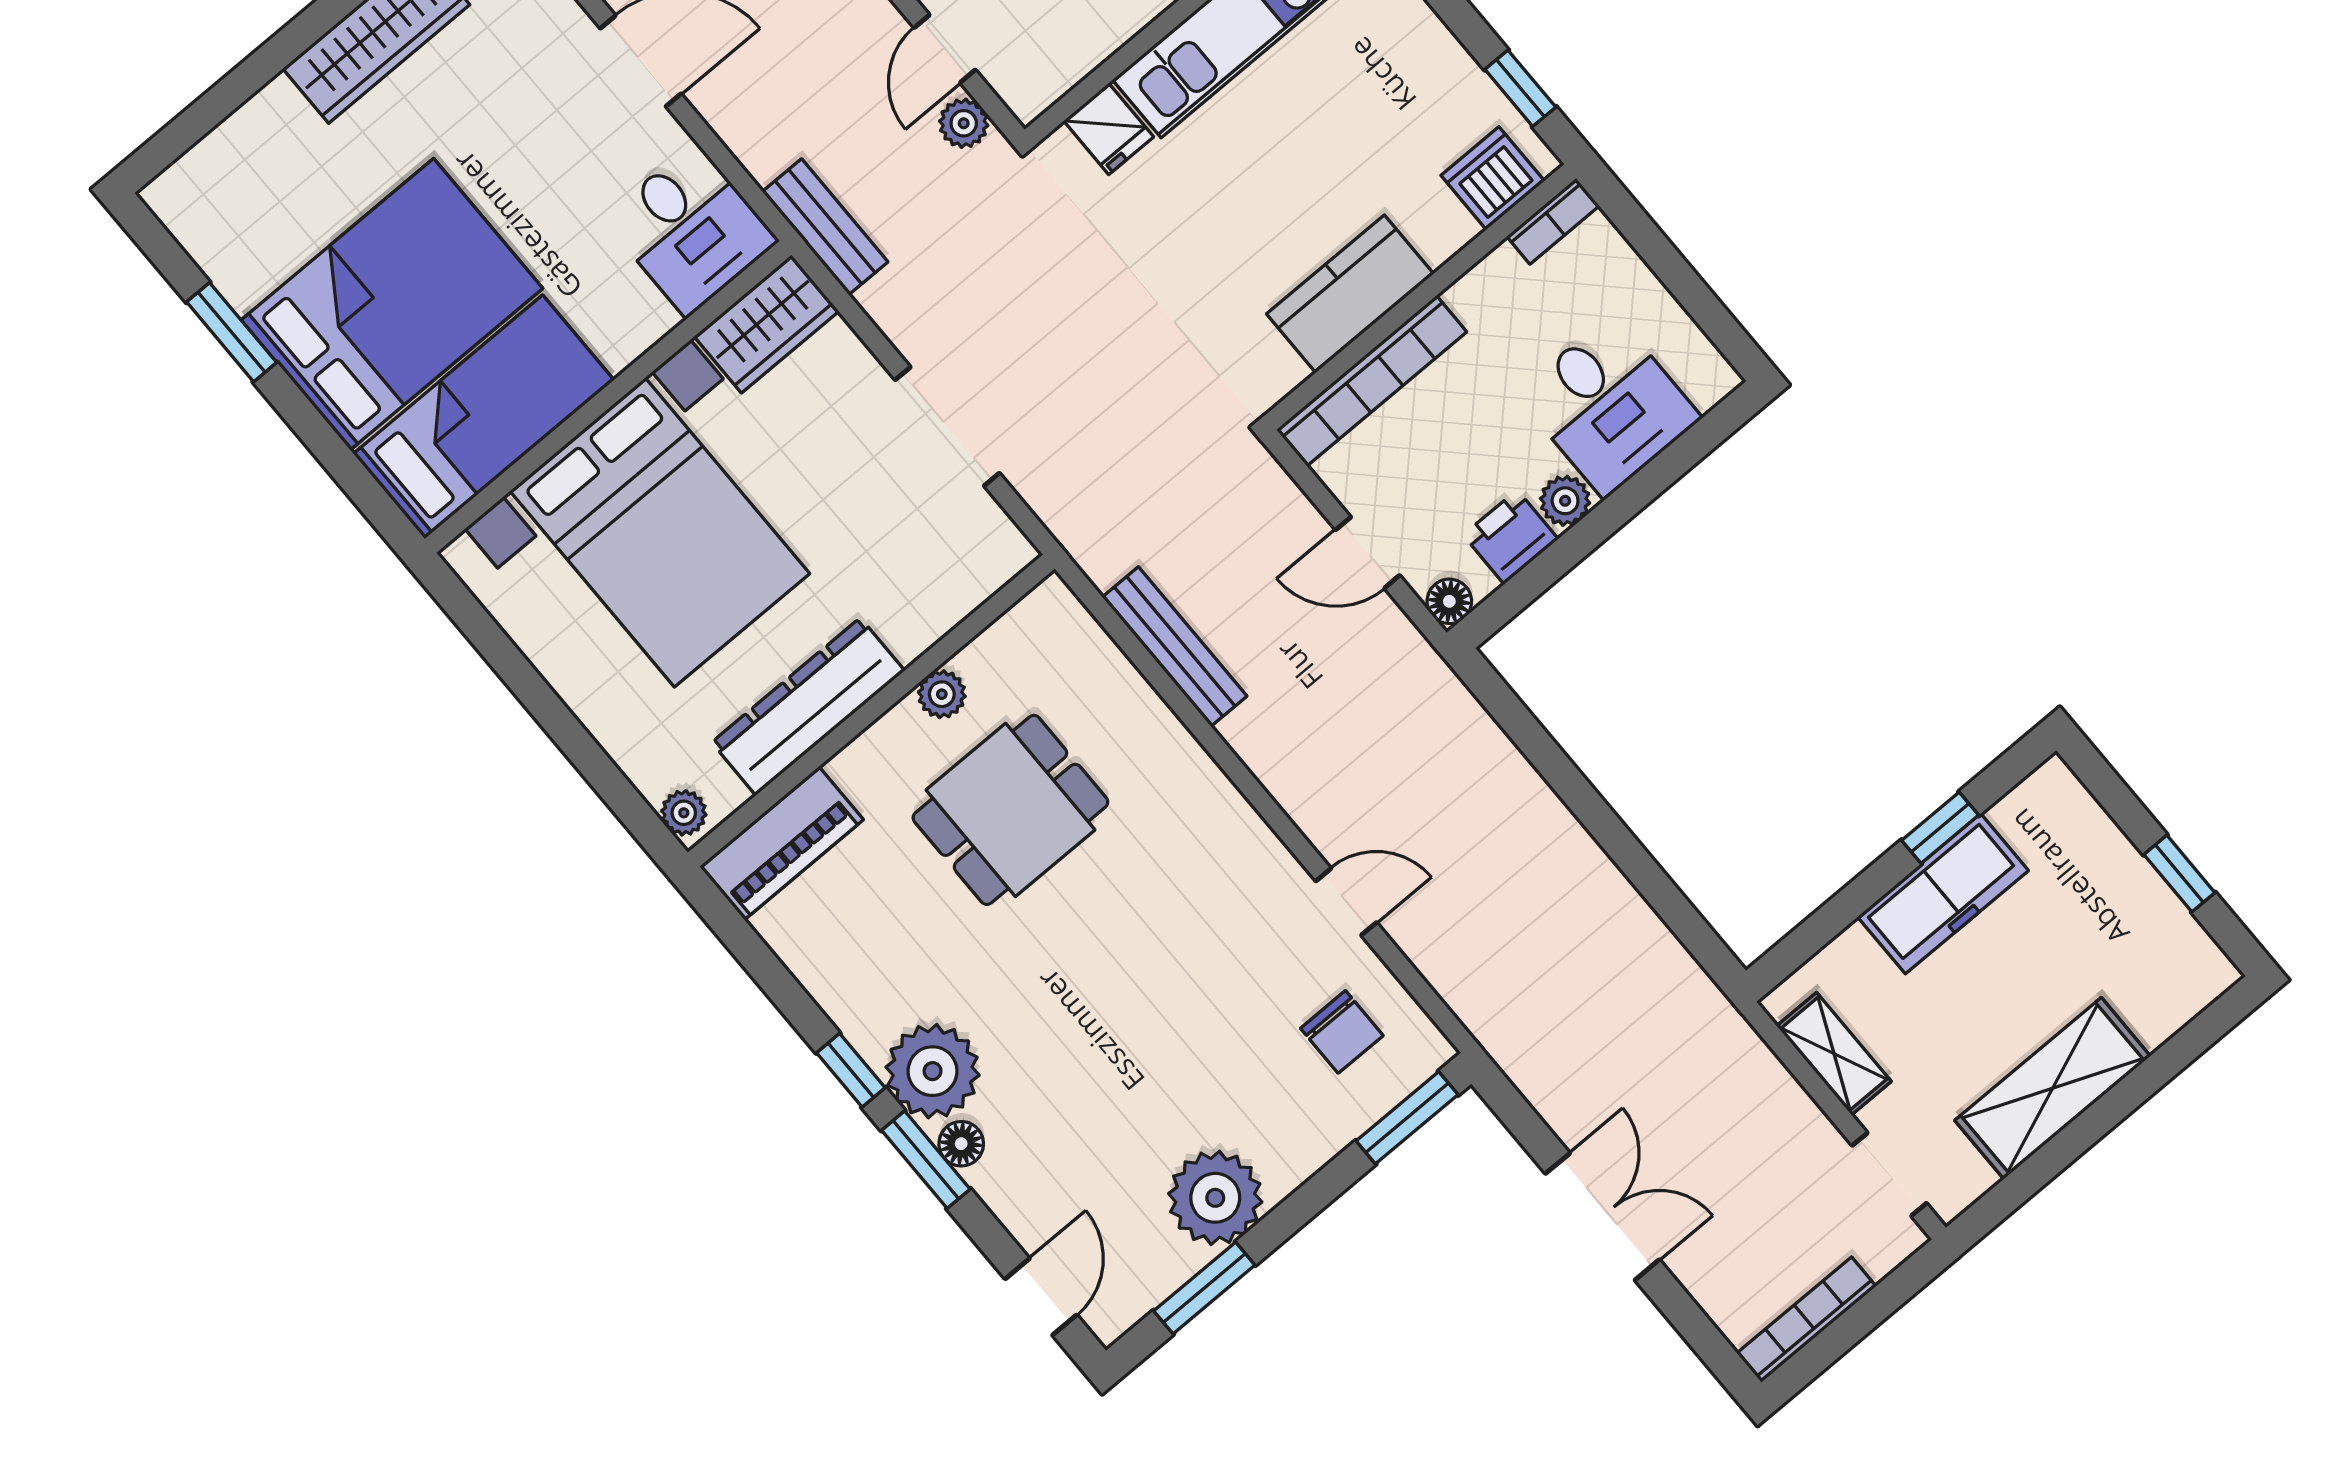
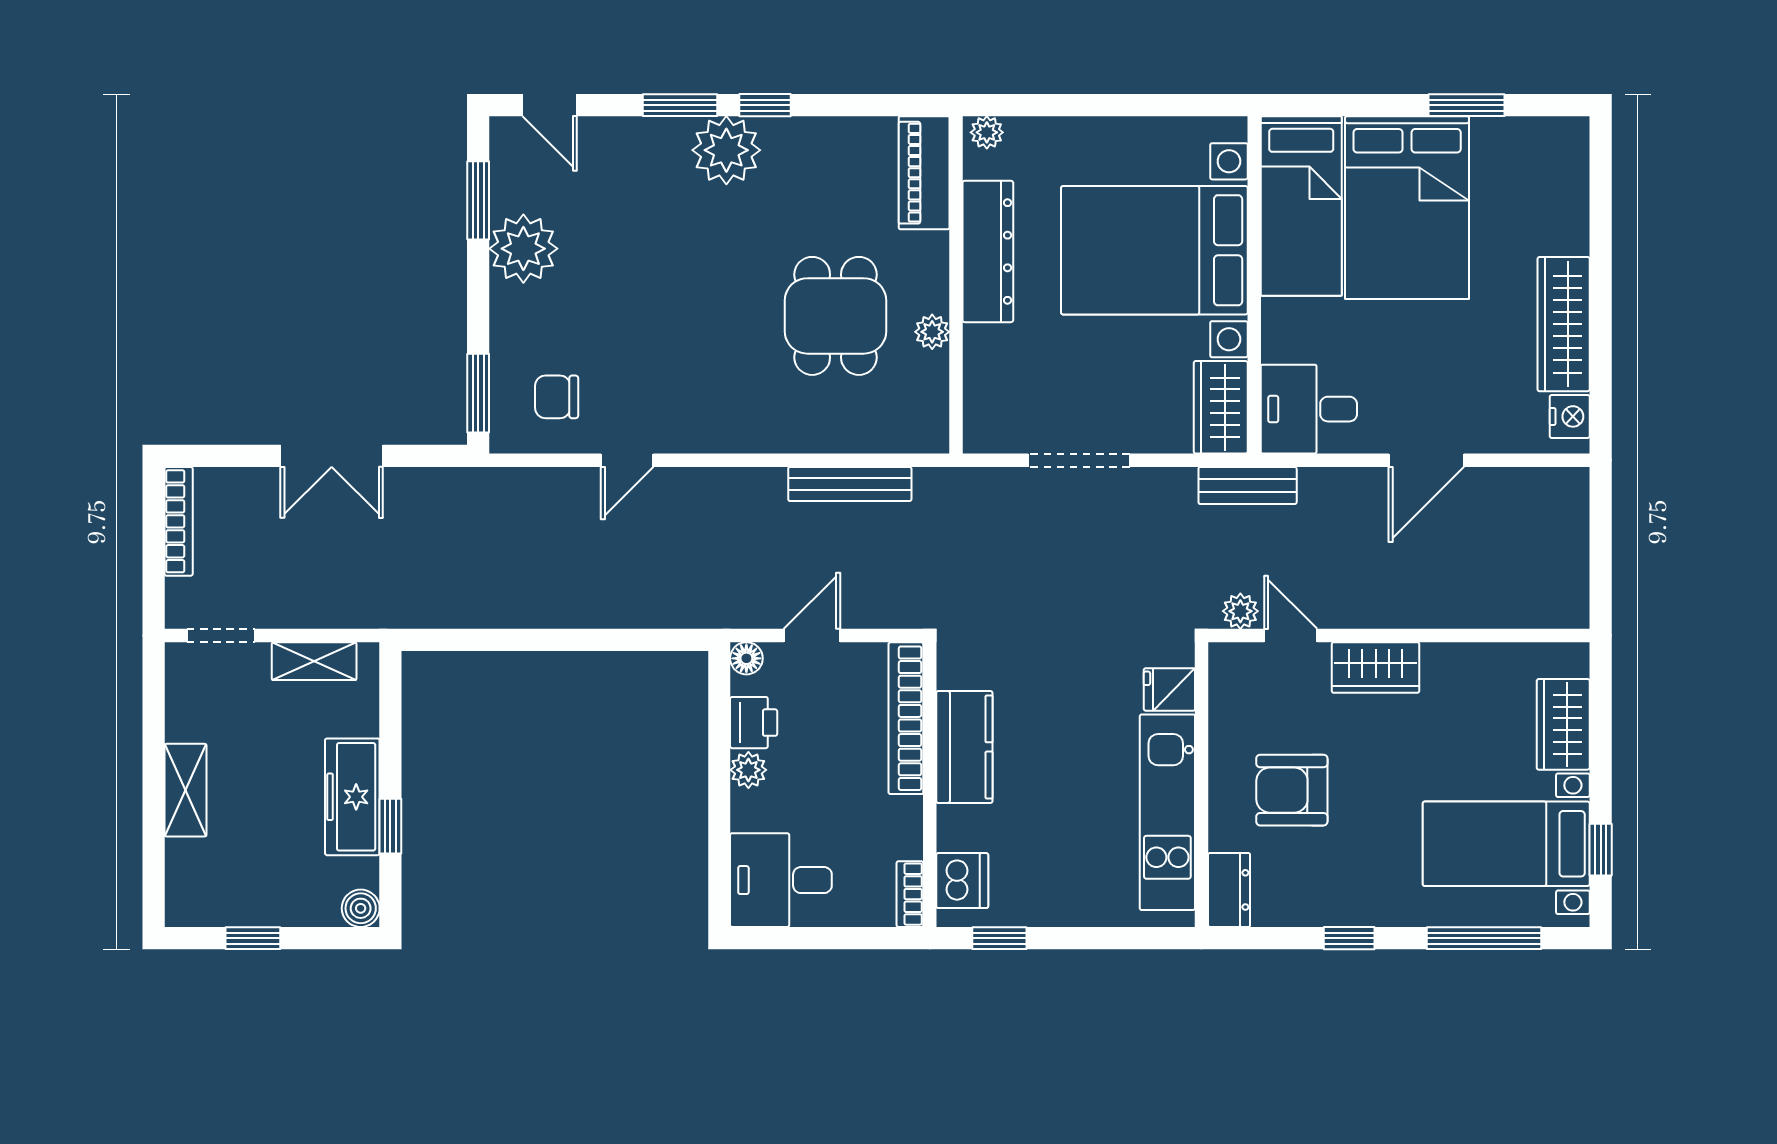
desk: (1609, 406) -> (781, 880), moved
boiler: (2053, 787) -> (361, 908), added
shelving: (2053, 1088) -> (186, 790), width x0.67, depth x0.75
floor lamp: (961, 1144) -> (672, 132), removed

